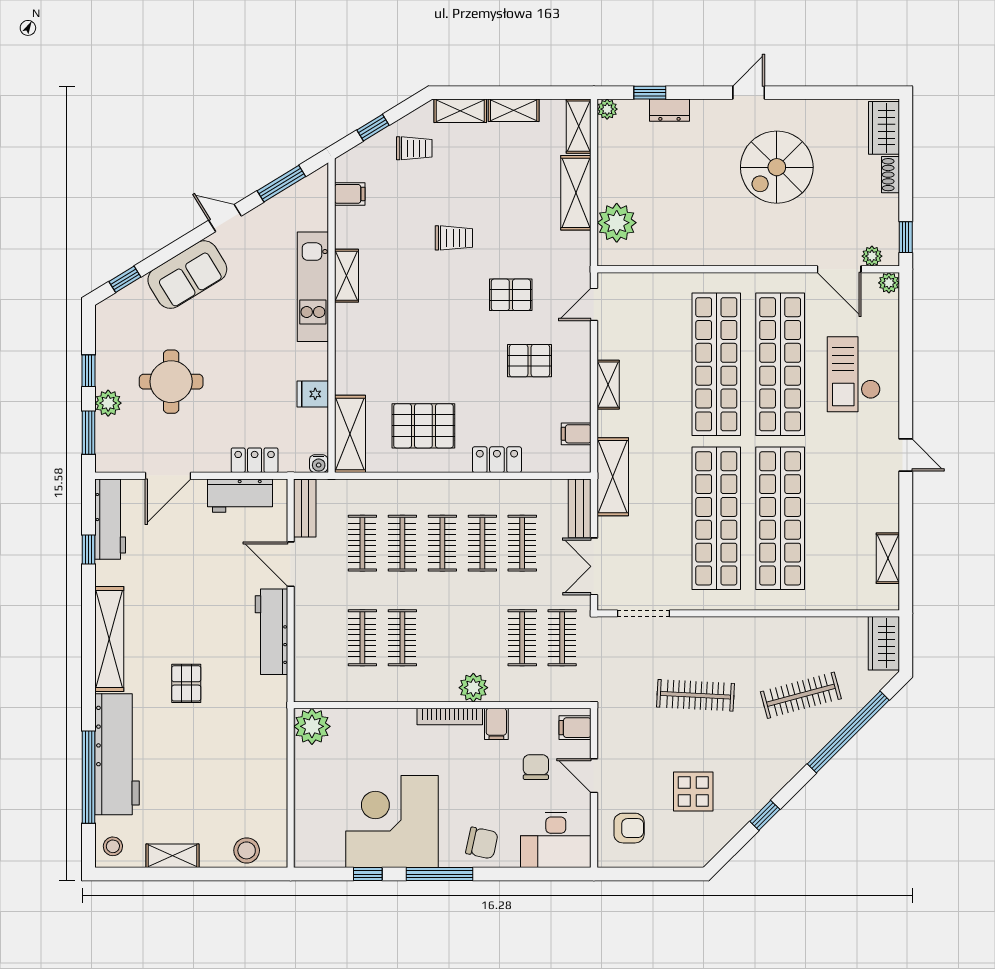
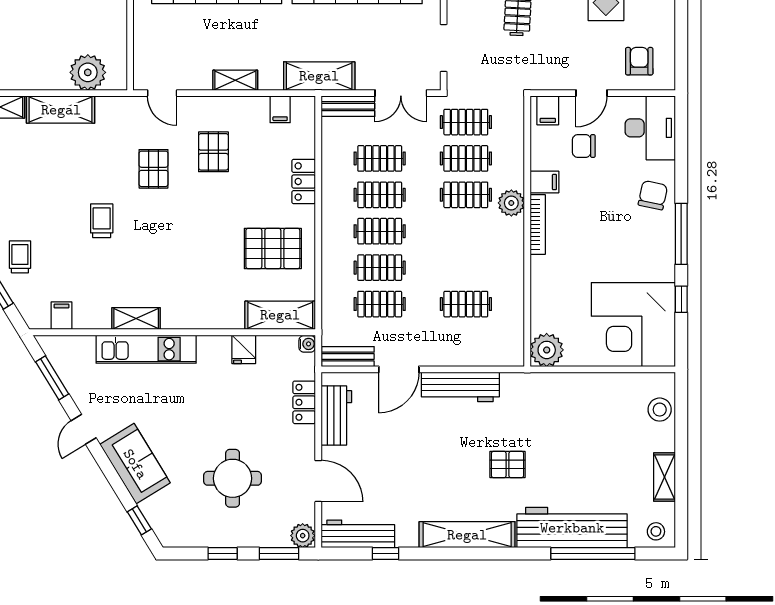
plant: (108, 403) -> (303, 536), moved
pallet: (423, 426) -> (273, 248), turned 90
clothes rail: (402, 638) -> (466, 195), moved
corner desk: (392, 822) -> (633, 325), moved

